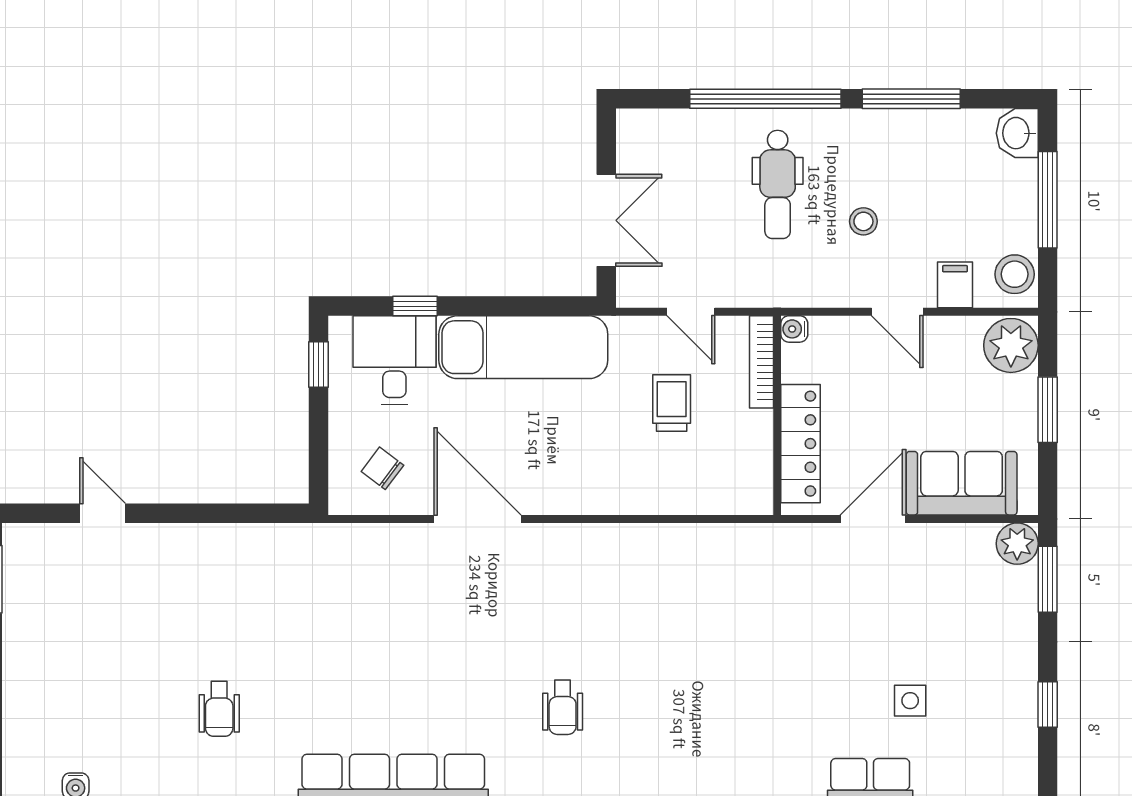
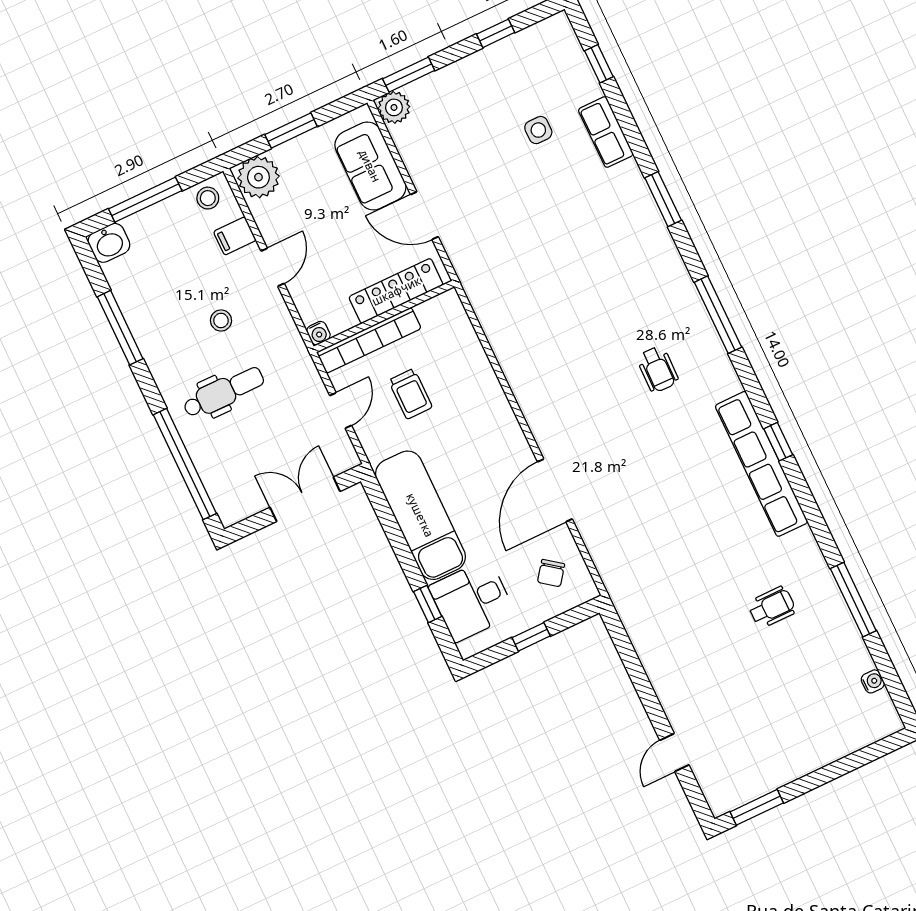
window: (765, 99) -> (185, 464), moved
stool: (1015, 274) -> (208, 198), width x0.73, depth x0.73
bookcase: (761, 362) -> (369, 340), width x1.48, depth x1.31
window: (319, 365) -> (531, 637), moved
trolley: (672, 403) -> (410, 394), turned -90
wheelchair: (563, 707) -> (658, 369), turned 91

